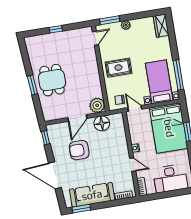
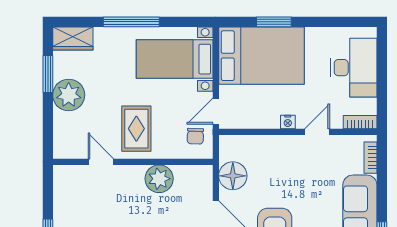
window: (110, 20) -> (48, 74), moved
plant: (126, 25) -> (69, 95), width x1.88, depth x1.88
door: (95, 38) -> (101, 162), moved
window: (178, 75) -> (131, 22), moved
plant: (97, 105) -> (159, 179), moved

